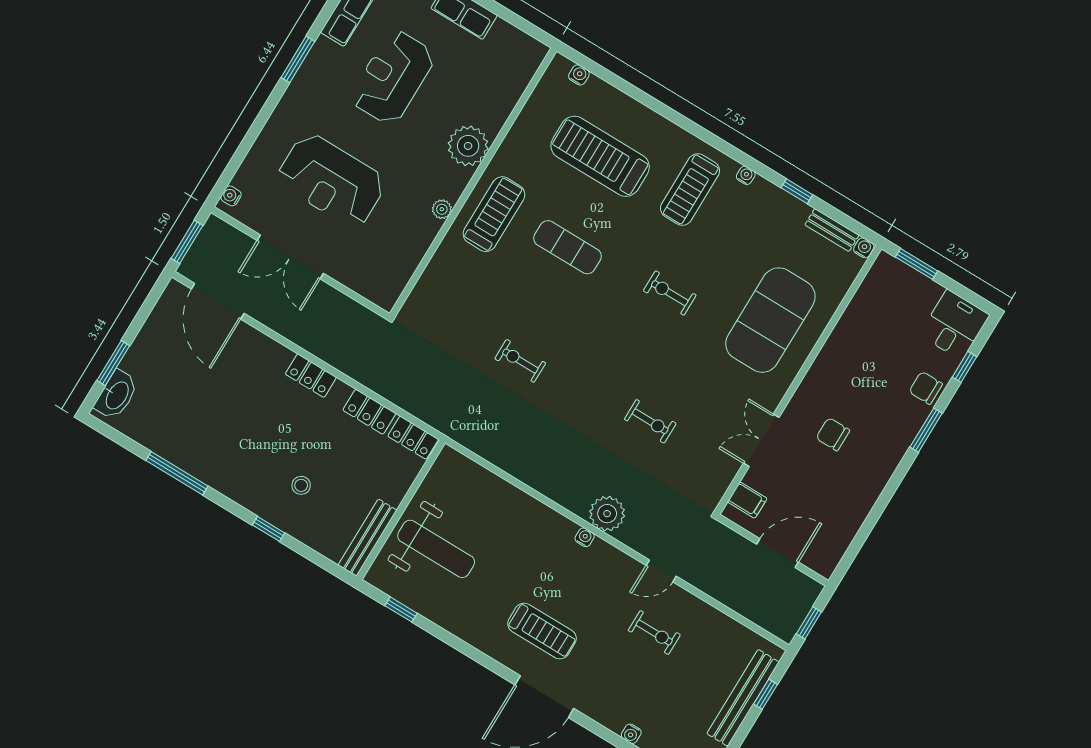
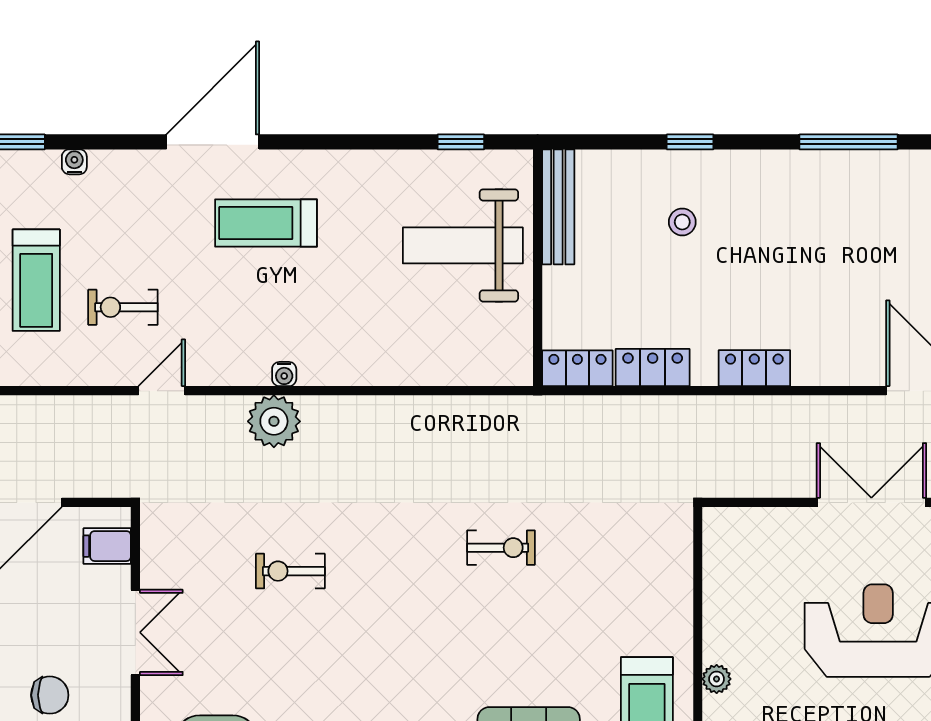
treadmill: (695, 679) -> (36, 280), added

